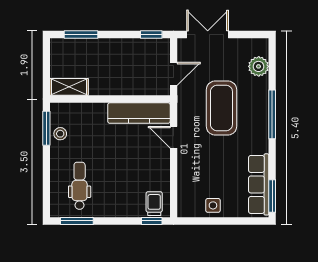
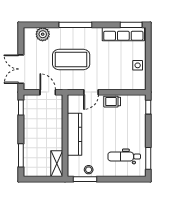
kitchen counter: (139, 113) -> (75, 134), moved
trolley: (154, 204) -> (112, 102), moved

